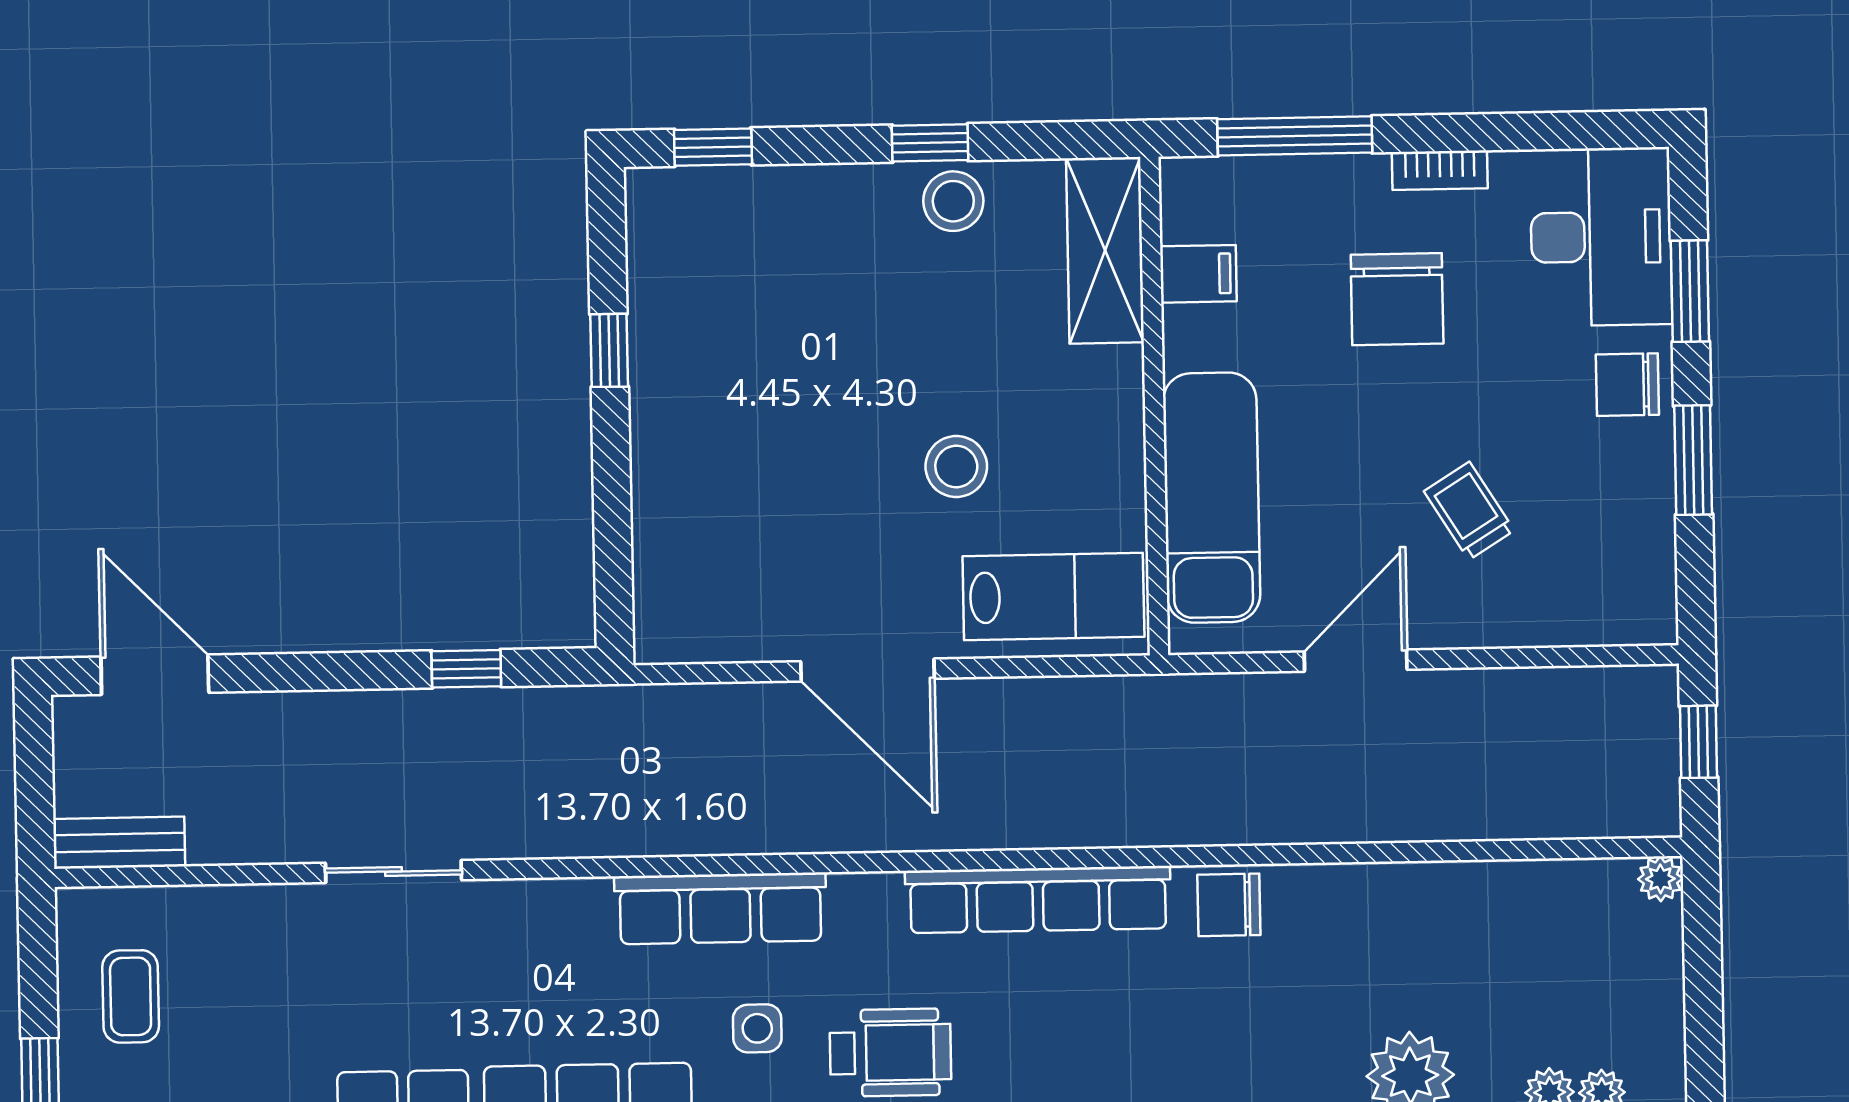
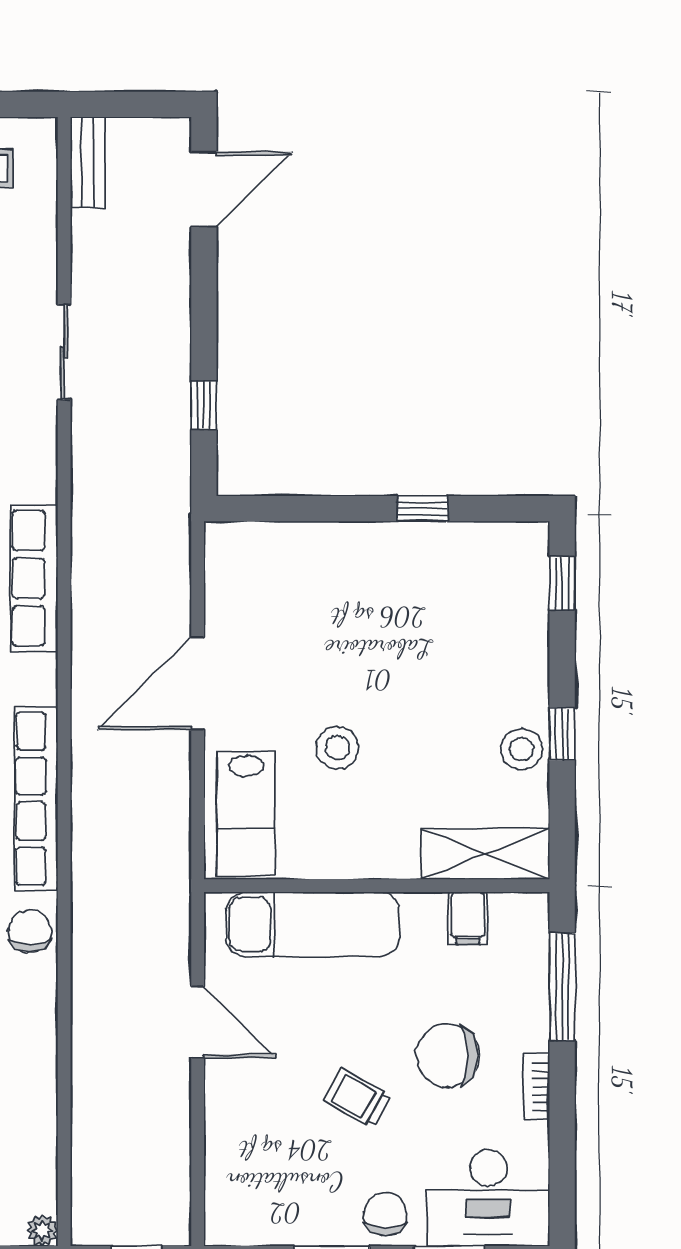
trolley: (1469, 511) -> (357, 1098), moved, turned -119

